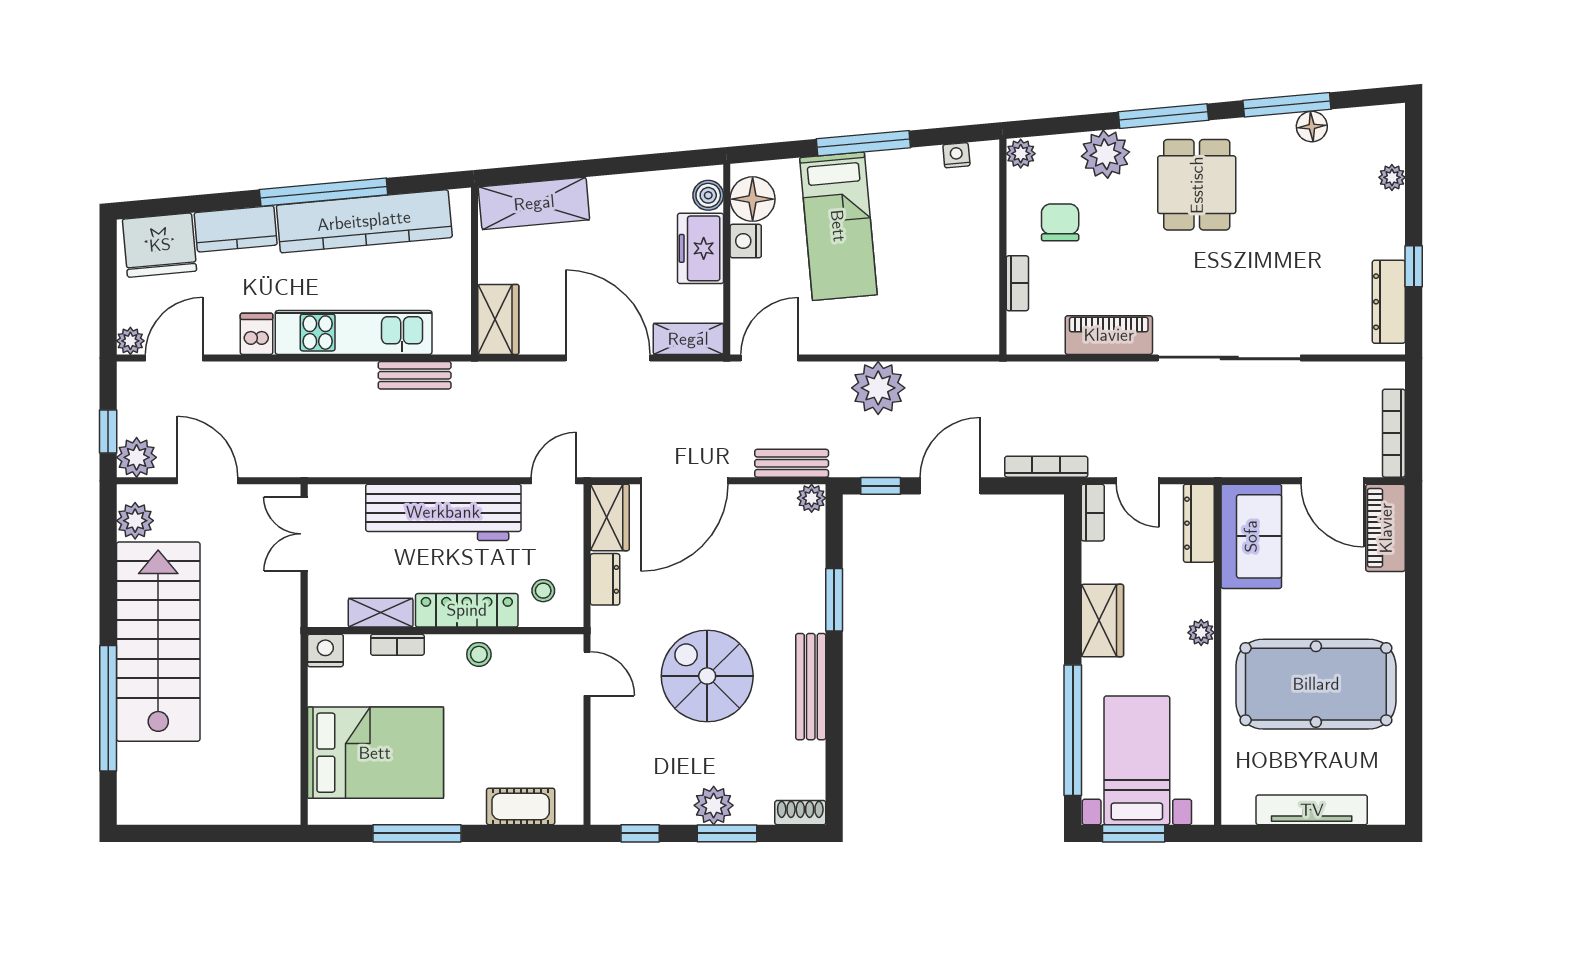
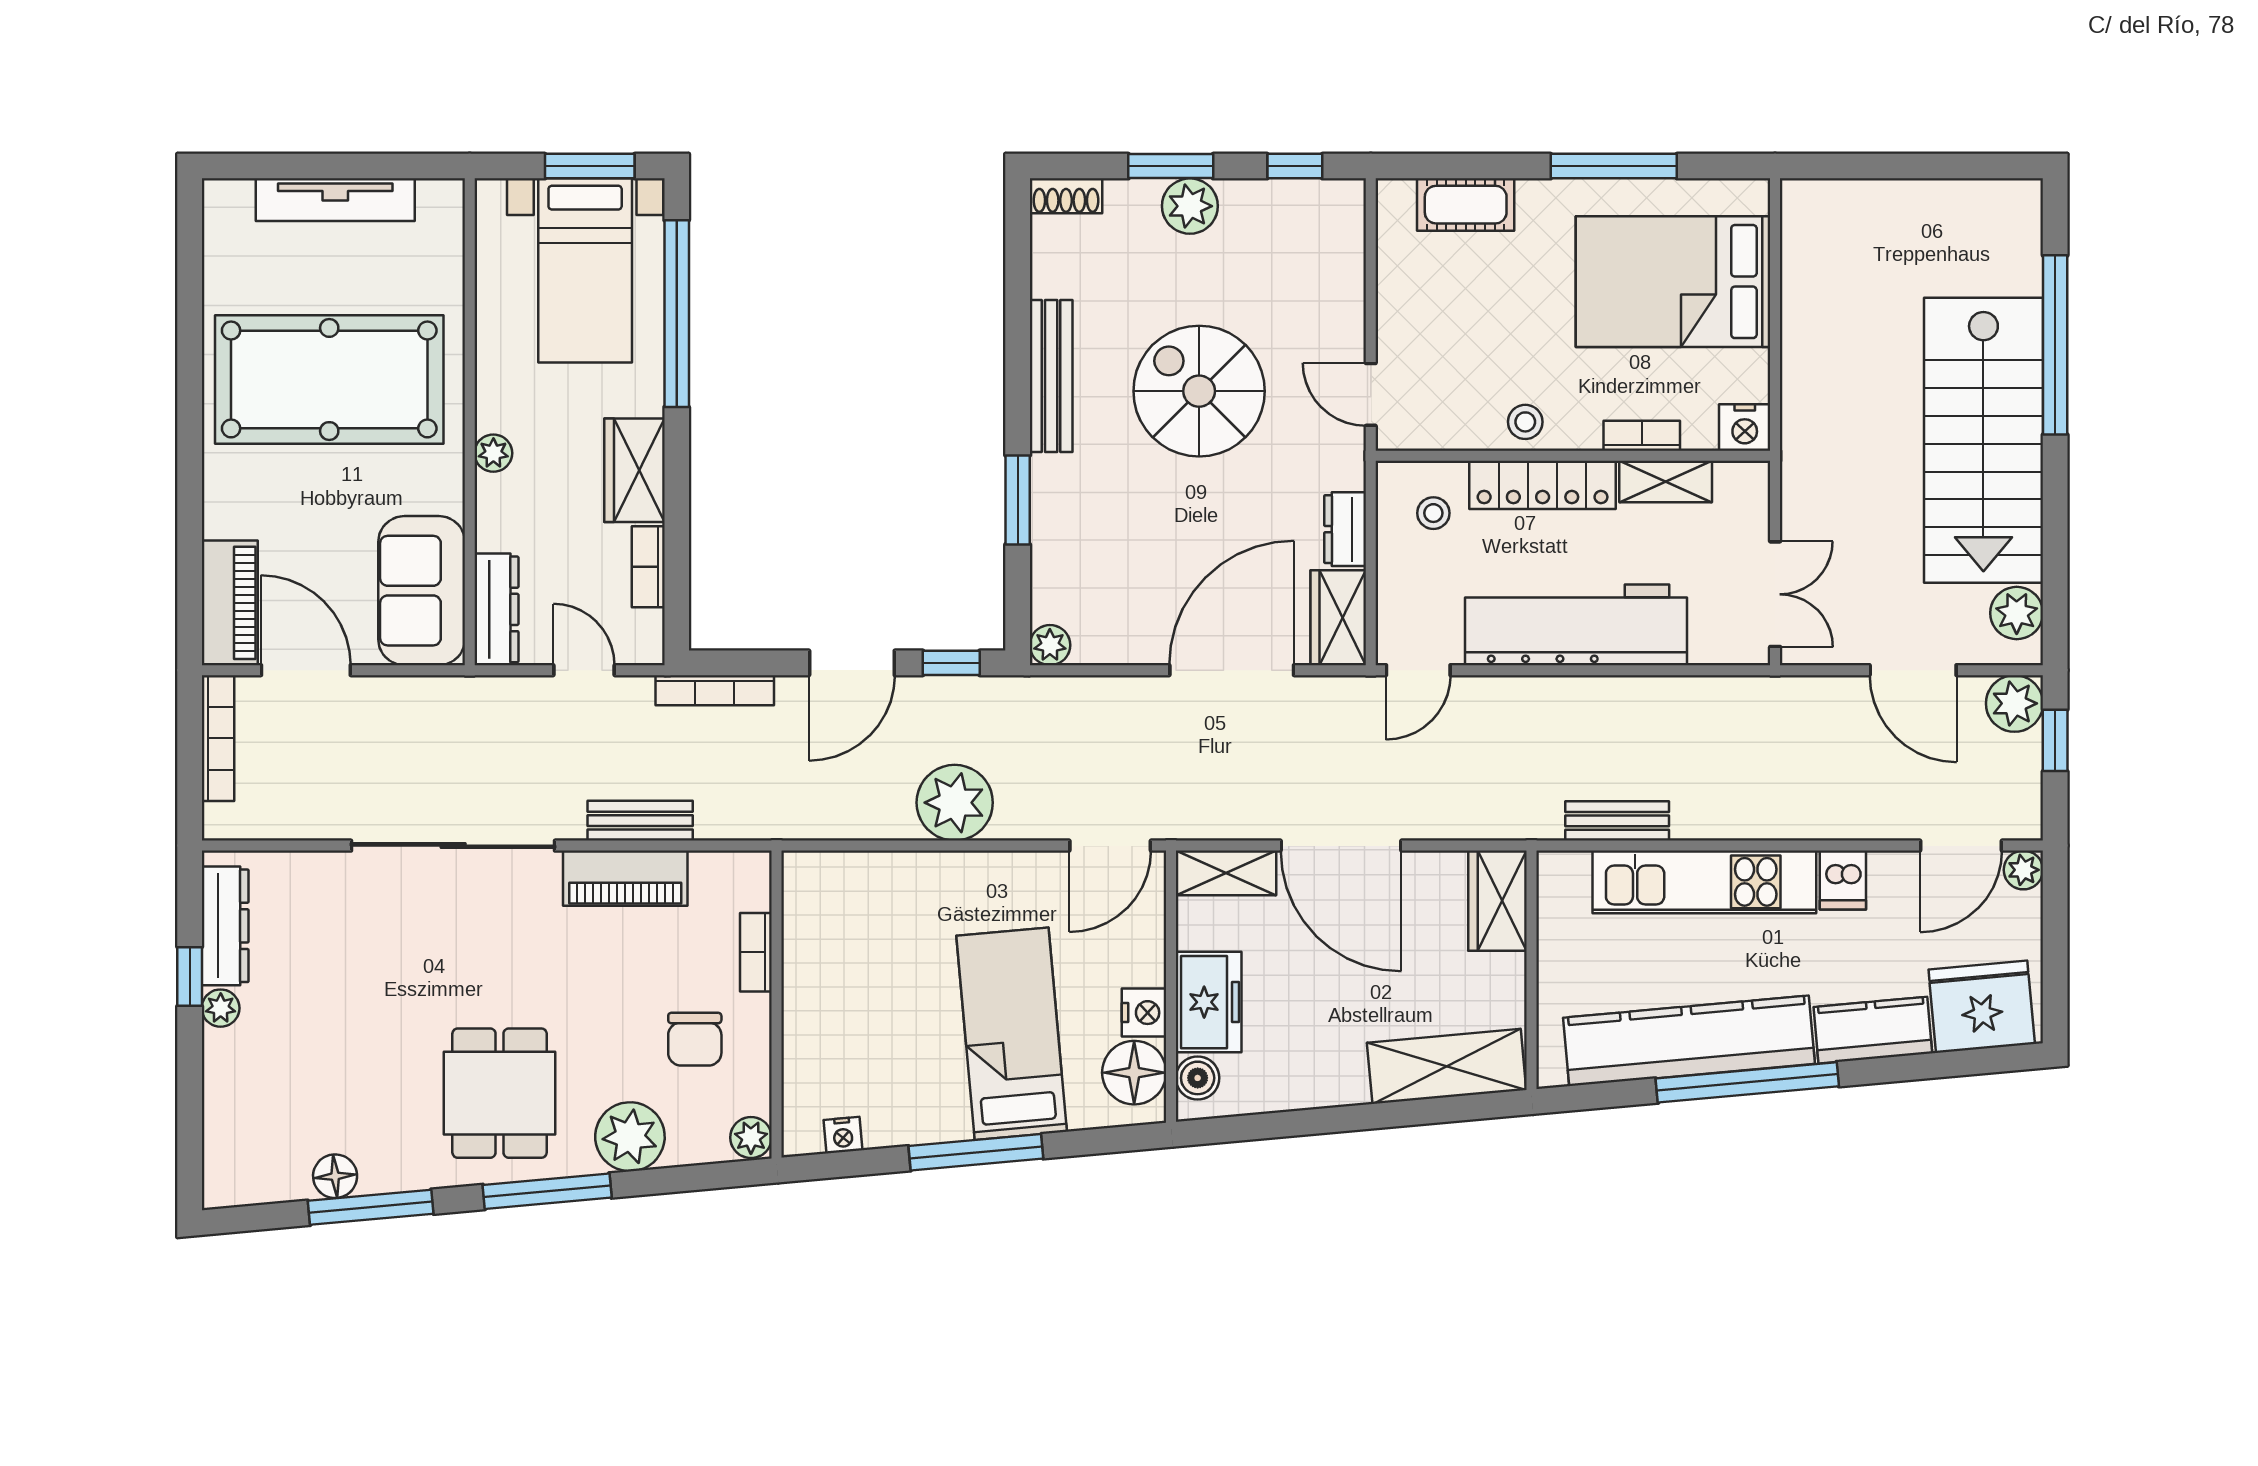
plant: (1392, 177) -> (221, 1008), moved
bench: (792, 463) -> (640, 821), moved
bookcase: (1093, 513) -> (648, 567), moved
spiral stairs: (707, 676) -> (1199, 391), turned 180

